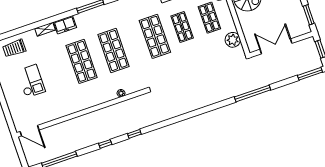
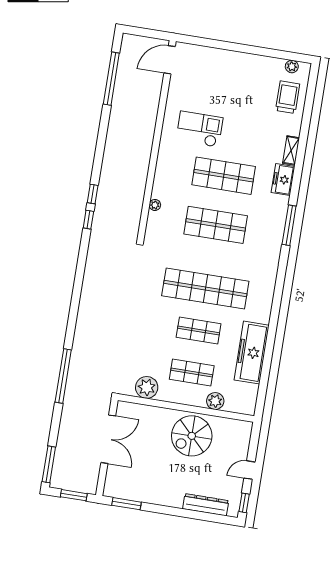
shop shelf: (155, 36) -> (205, 289), width x1.40
checkout: (31, 81) -> (200, 129), moved, turned 180
window: (105, 144) -> (88, 220), moved

